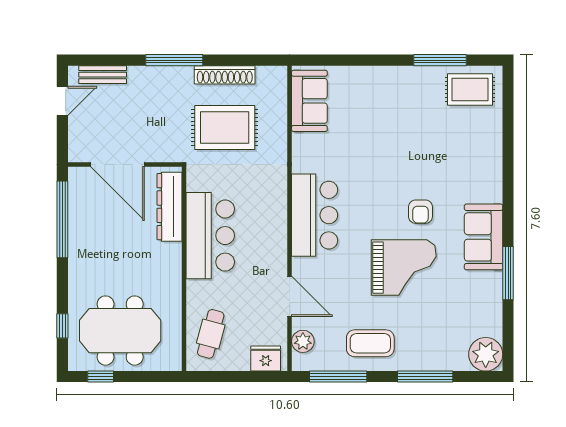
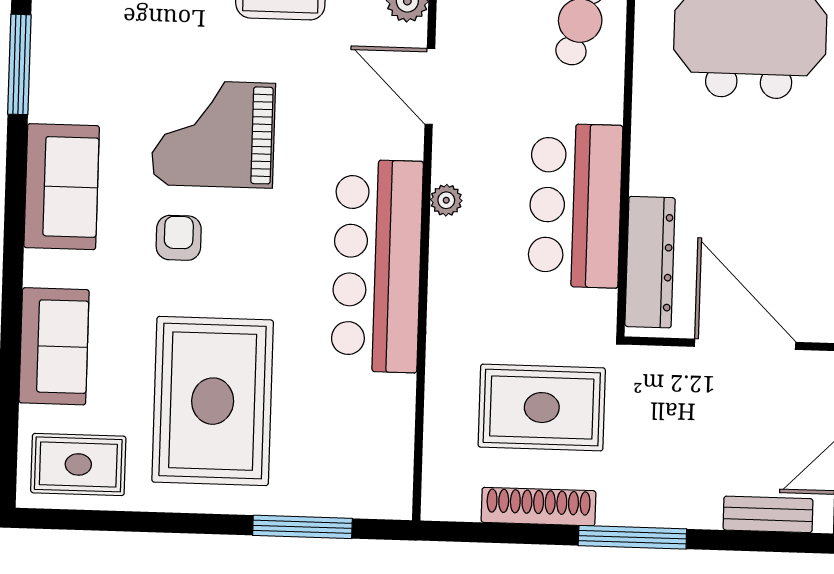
window: (440, 60) -> (302, 527), moved
sofa: (309, 101) -> (54, 346), moved, turned 180
rug: (400, 126) -> (213, 401), added
bar counter: (315, 215) -> (377, 266), width x1.36
plant: (279, 236) -> (446, 200), added
window: (508, 273) -> (19, 64), moved

